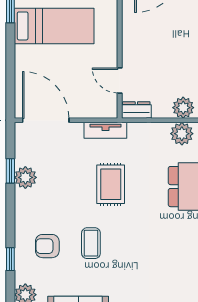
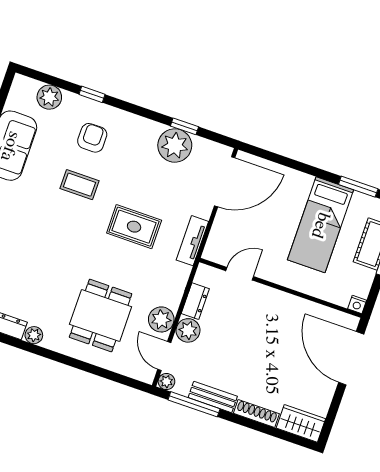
dresser: (136, 110) -> (195, 301), moved
plant: (25, 177) -> (175, 145), width x1.36, depth x1.36

